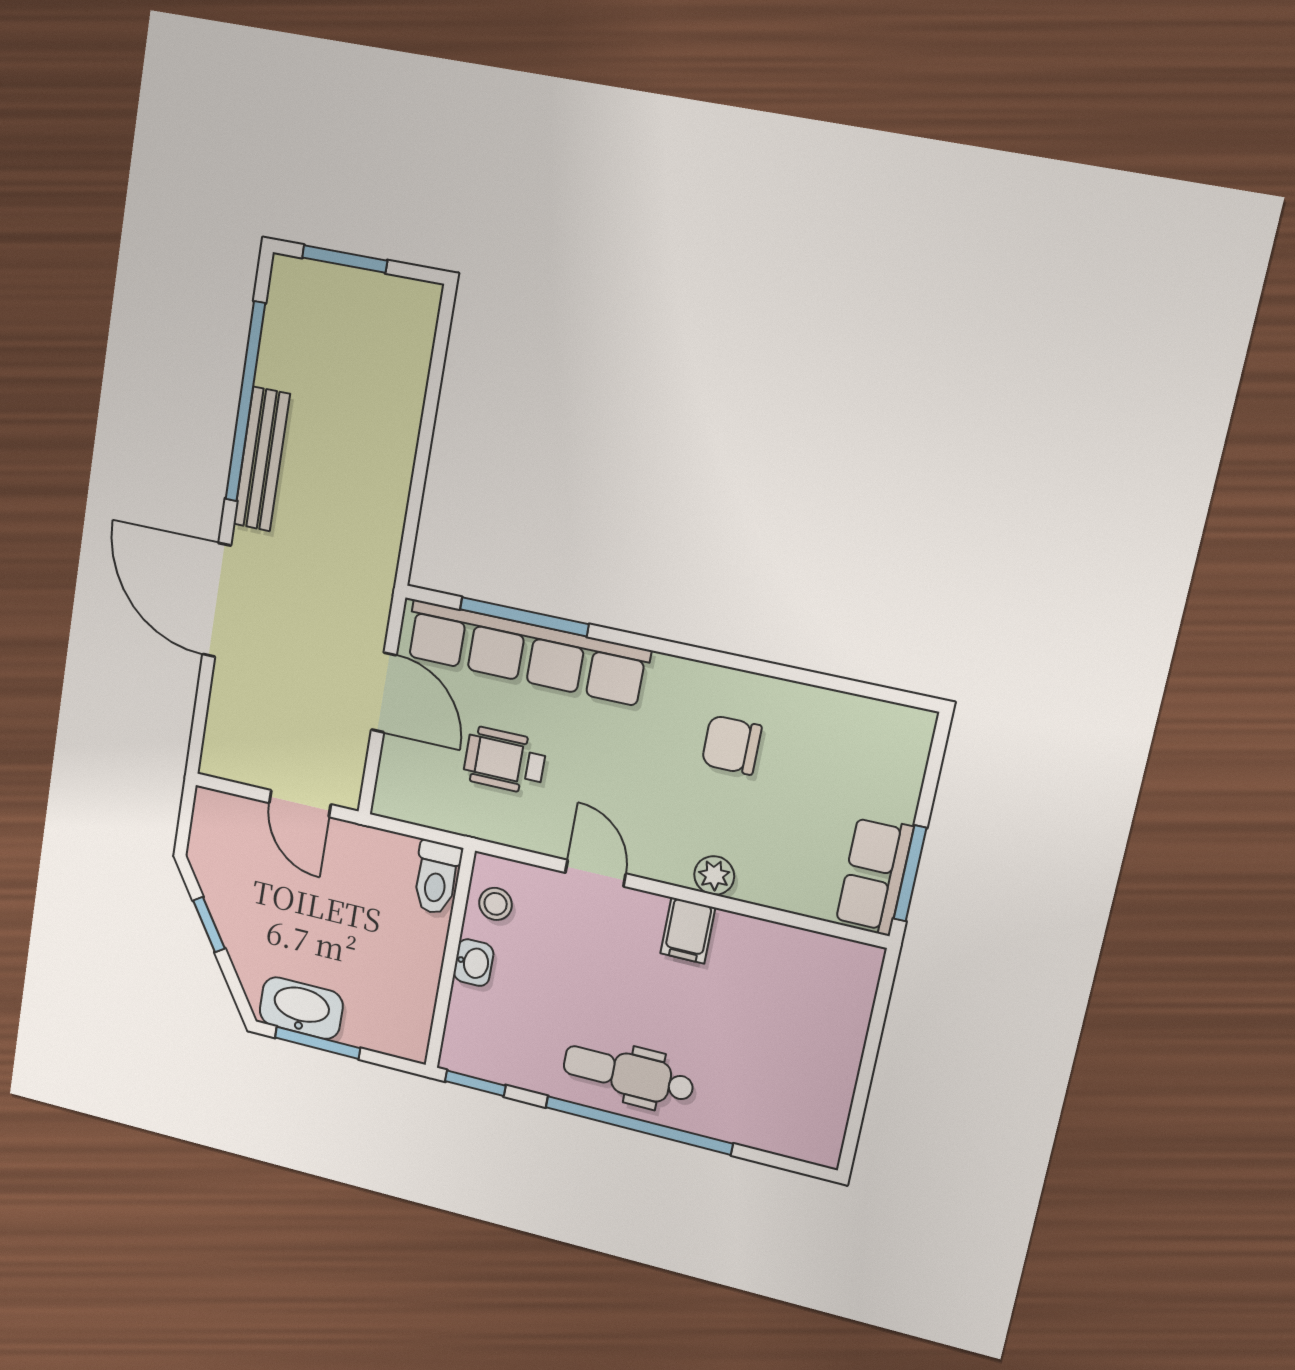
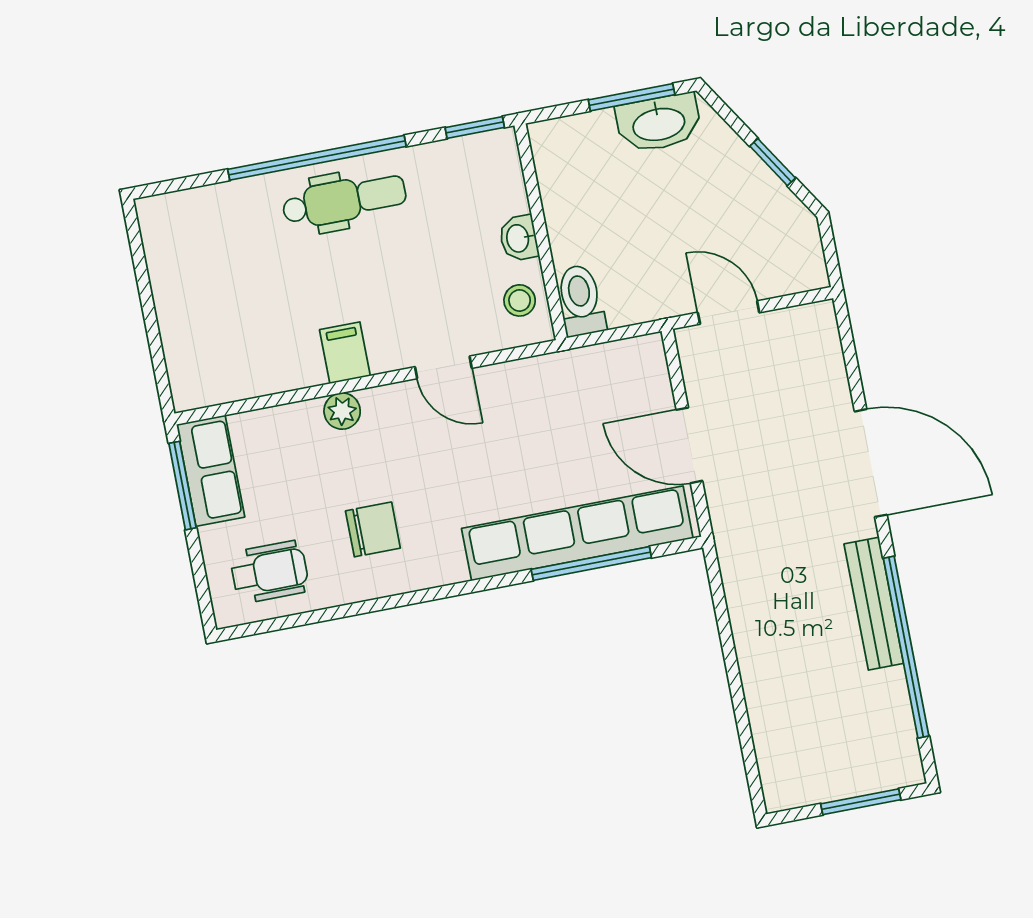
wheelchair: (505, 760) -> (270, 572), moved

